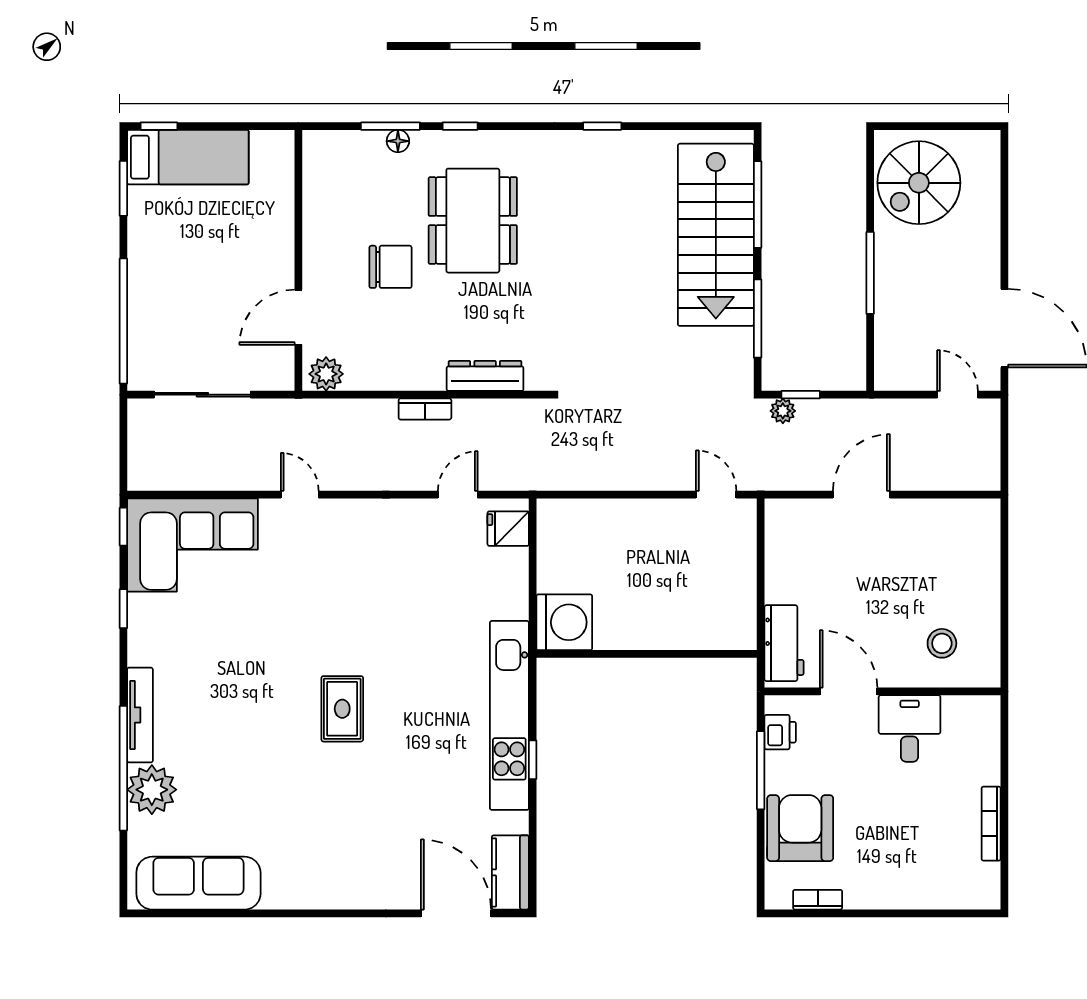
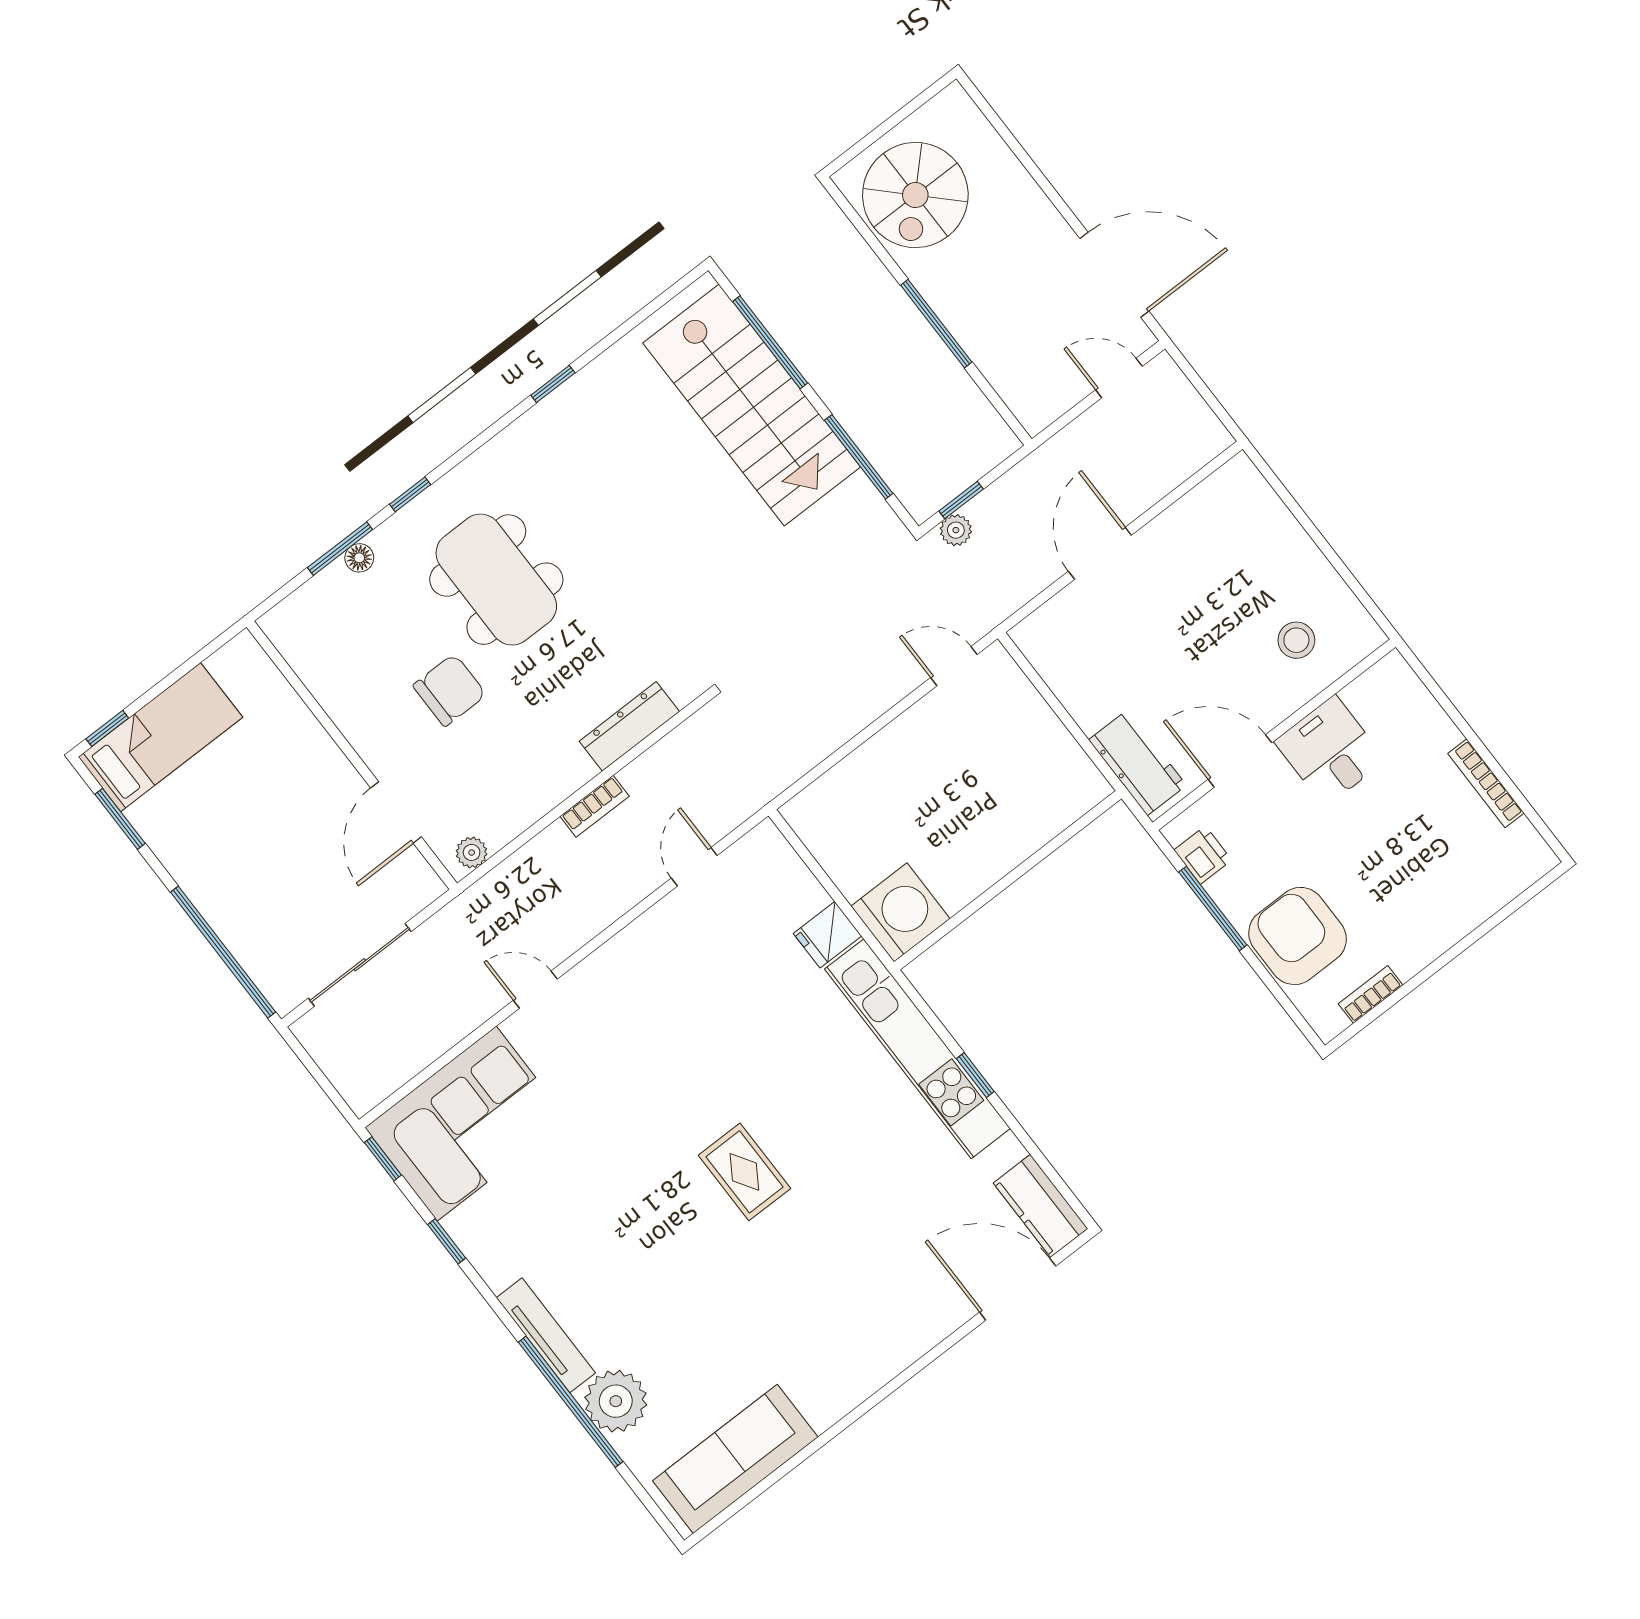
plant: (326, 374) -> (472, 852), width x0.73, depth x0.73
fridge: (508, 529) -> (828, 935), moved

